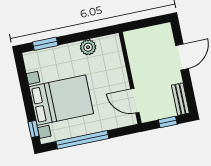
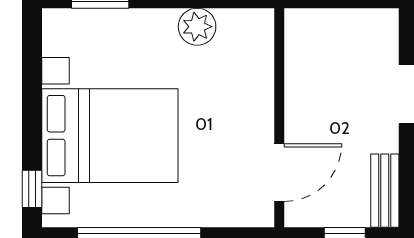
door: (135, 101) -> (279, 173), swing flipped

